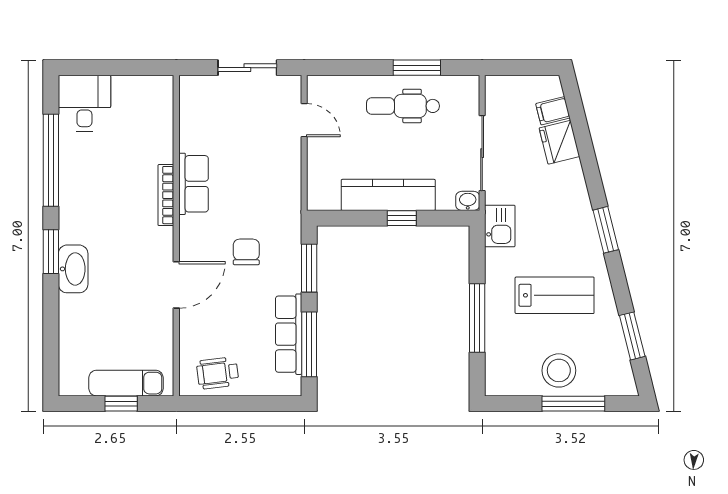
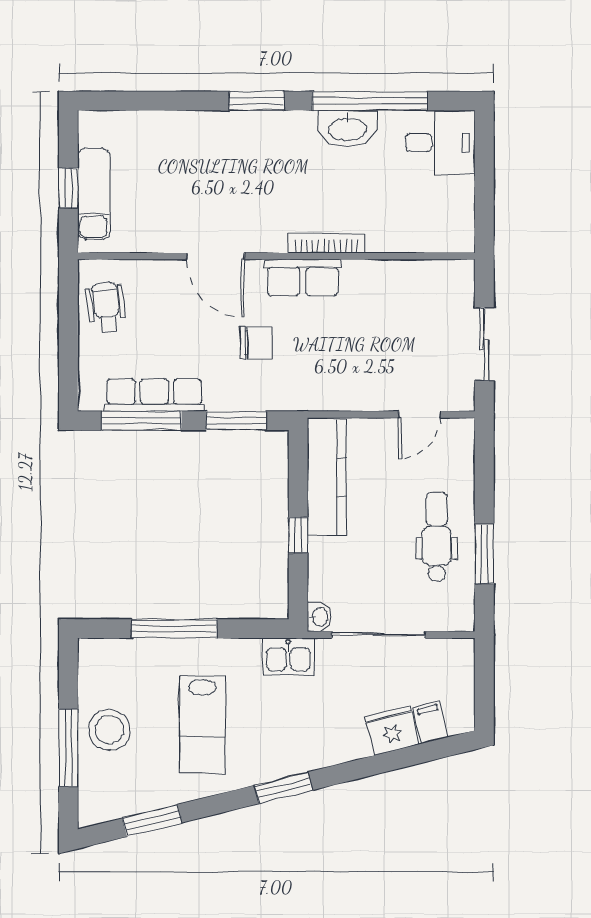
row of seats: (193, 184) -> (303, 277), moved
kitchen counter: (388, 195) -> (327, 477), moved
washbasin: (73, 269) -> (347, 128), moved

